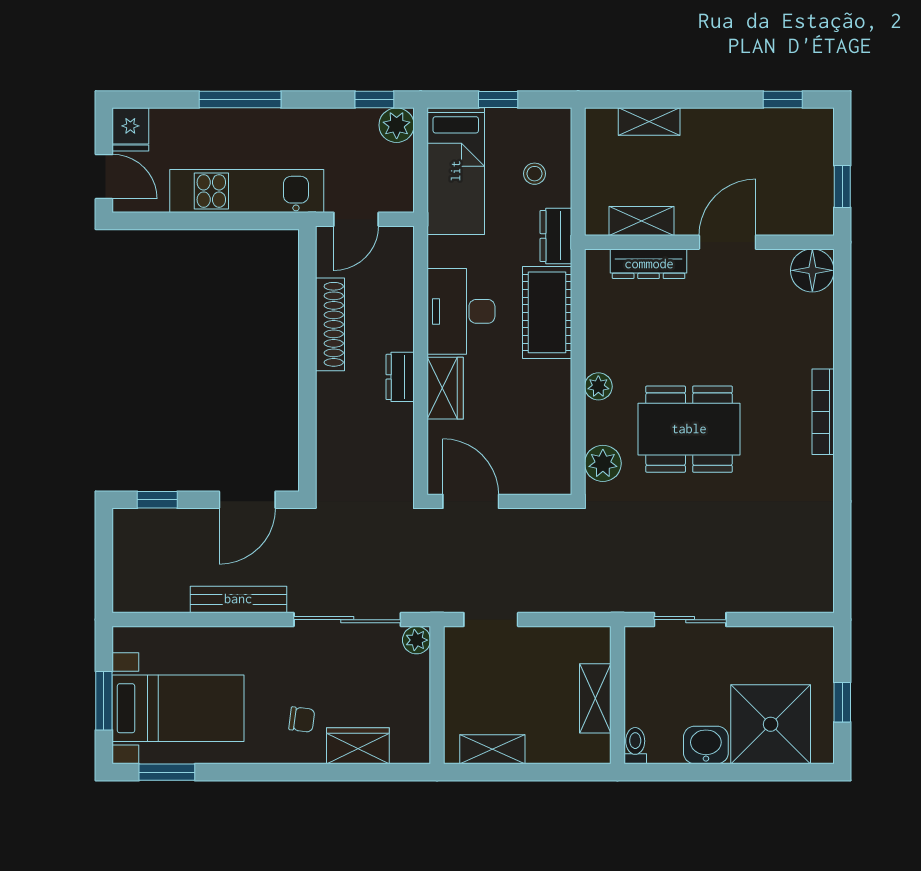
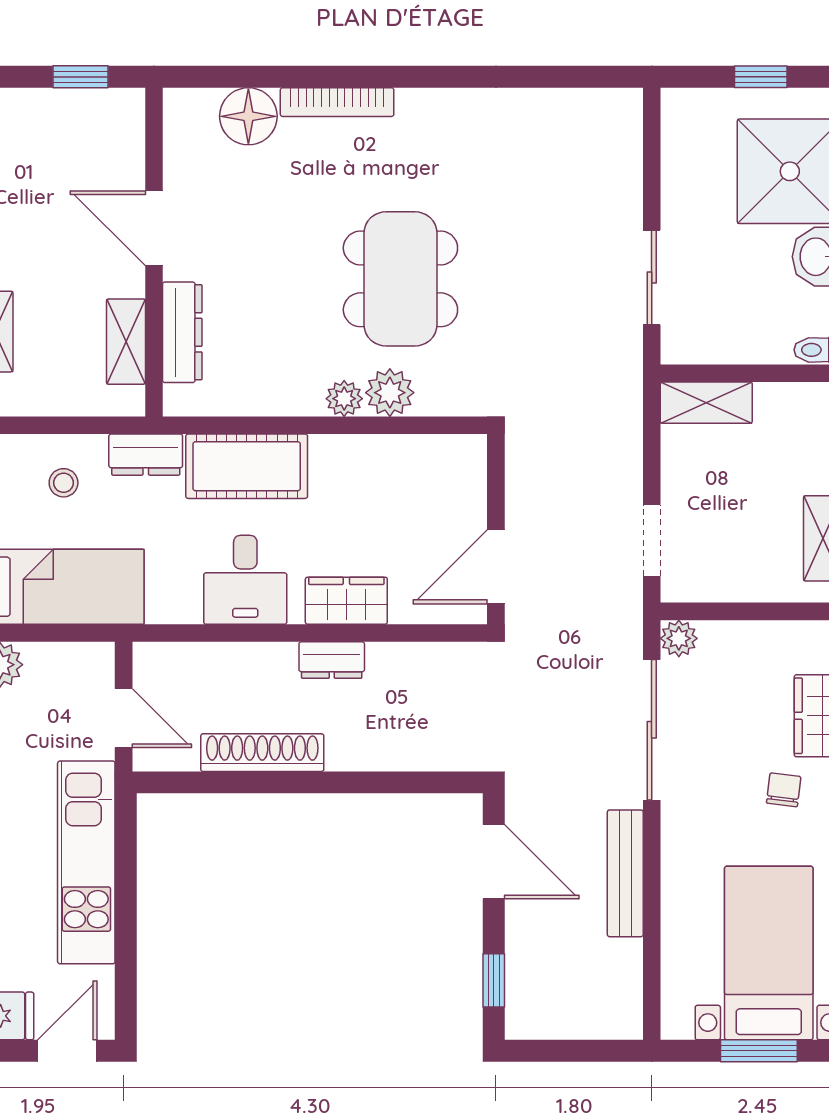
floor lamp: (812, 270) -> (248, 116), moved
desk: (461, 311) -> (245, 580), width x0.73
bookcase: (823, 412) -> (337, 102), moved
plant: (603, 463) -> (390, 393), moved
shelving: (595, 698) -> (706, 403), moved

